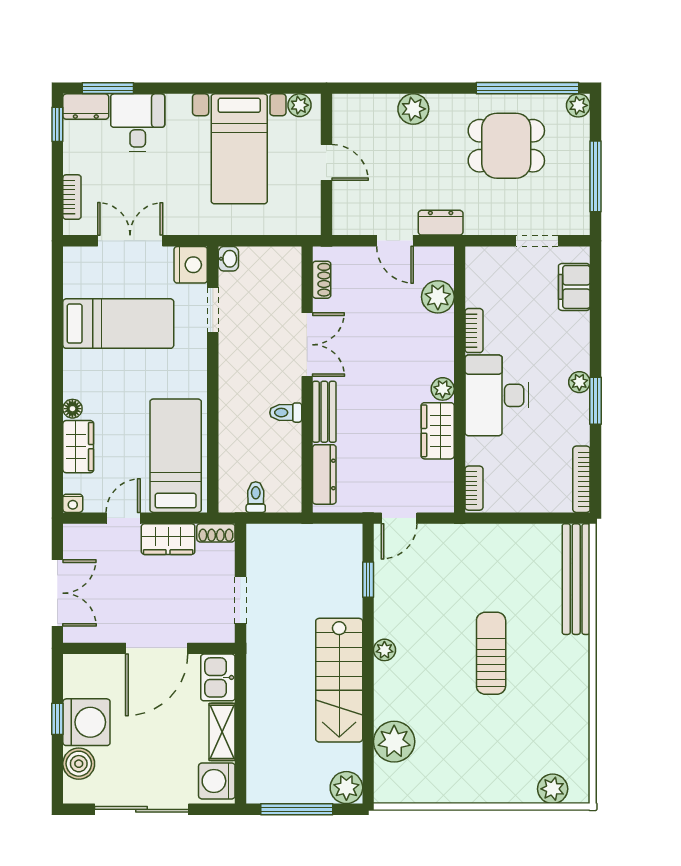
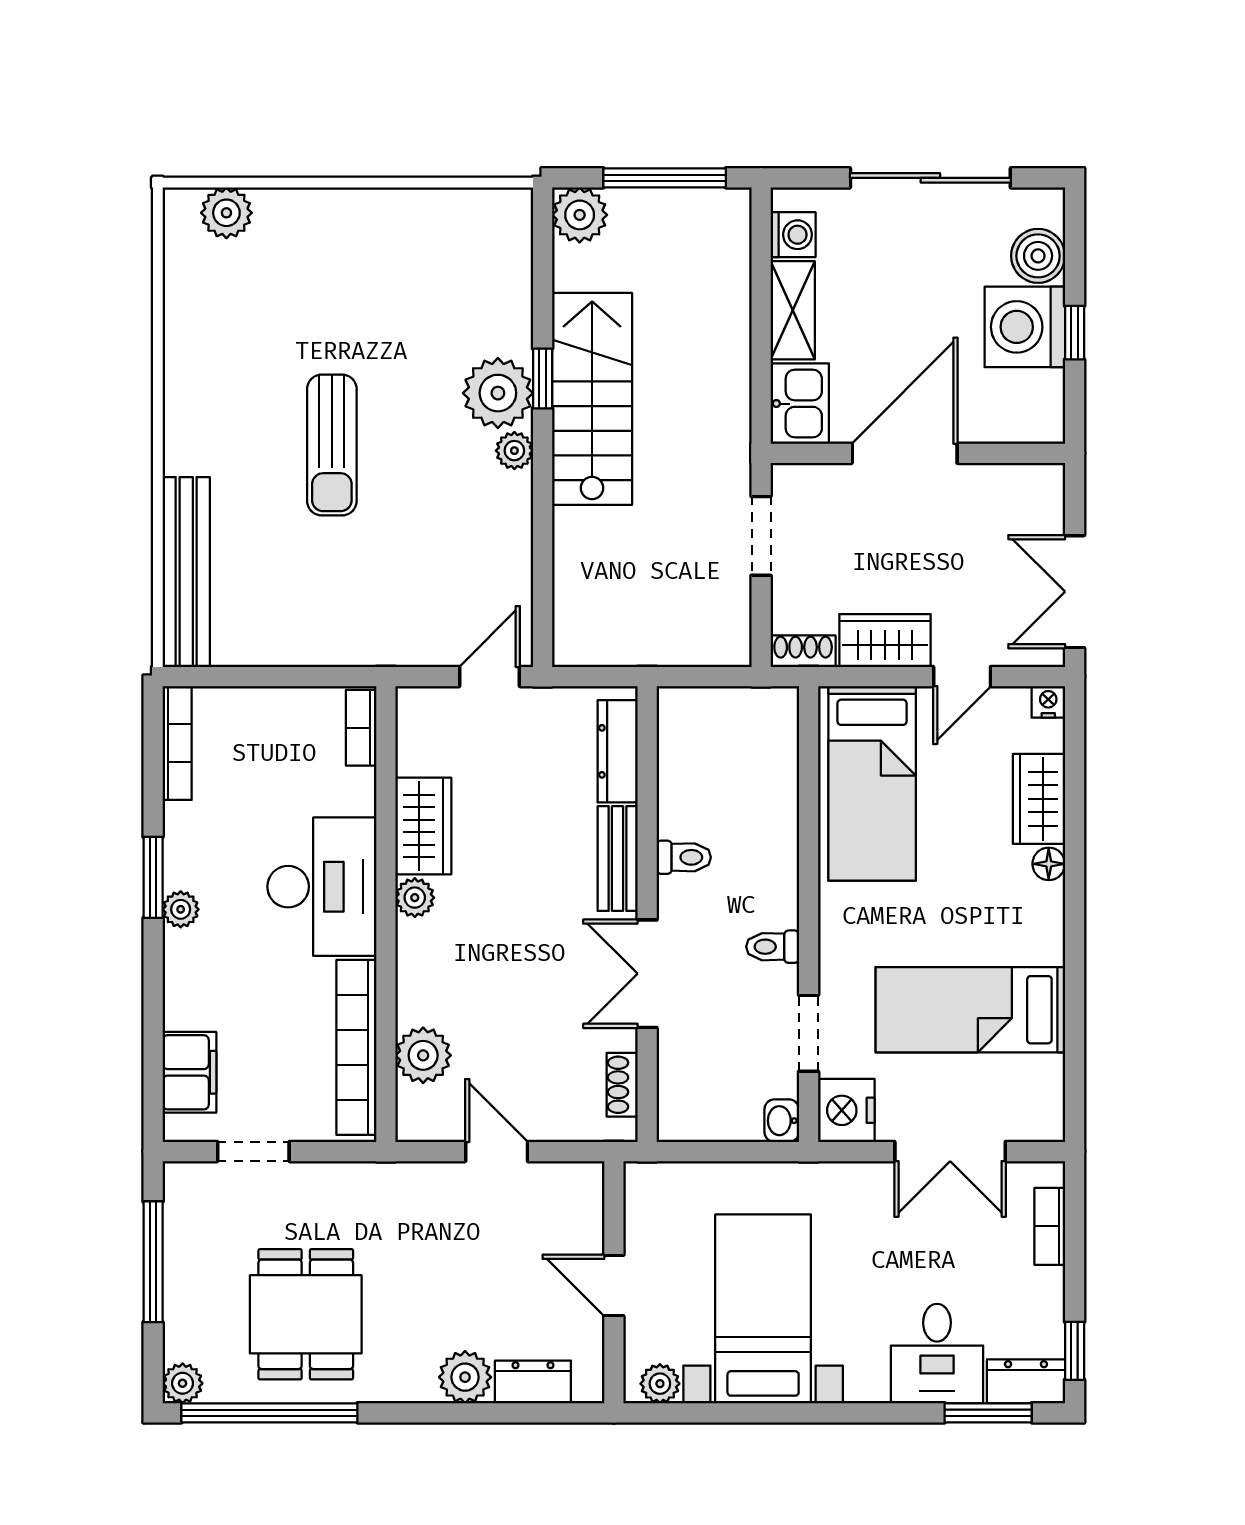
dining table: (506, 146) -> (306, 1314), turned 90
dresser: (441, 223) -> (533, 1382), moved, turned 180
bookcase: (474, 331) -> (356, 1047), width x2.31, depth x1.31
toilet: (256, 497) -> (773, 947), moved, turned 90
window: (368, 580) -> (543, 378), moved
double door: (57, 593) -> (1075, 592), moved
plant: (394, 742) -> (498, 393), moved
washing machine: (217, 781) -> (793, 235), width x0.73, depth x0.73

